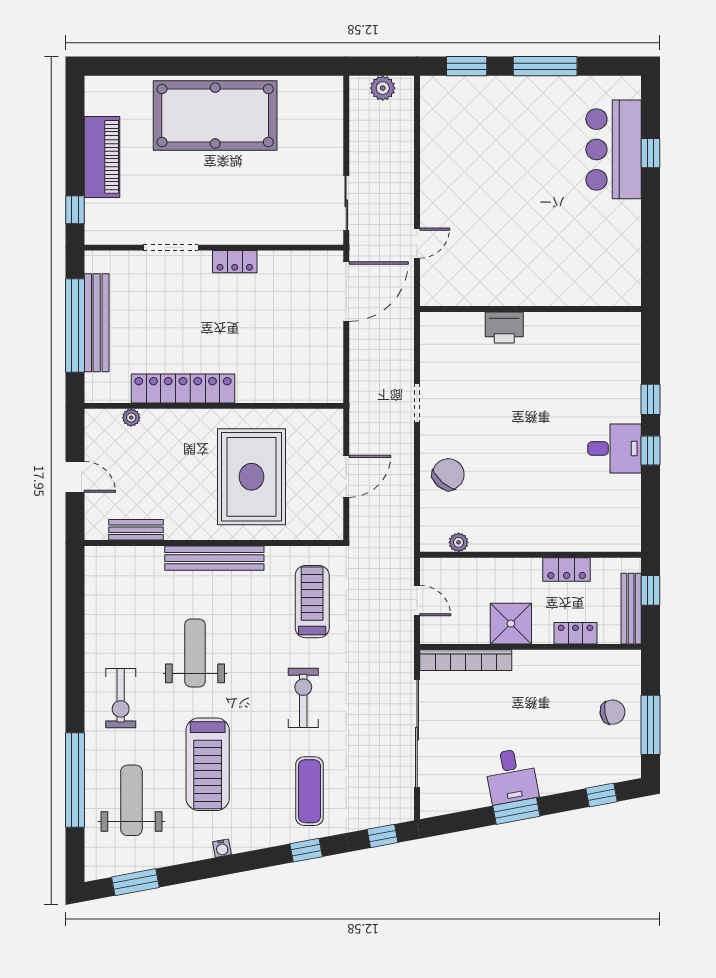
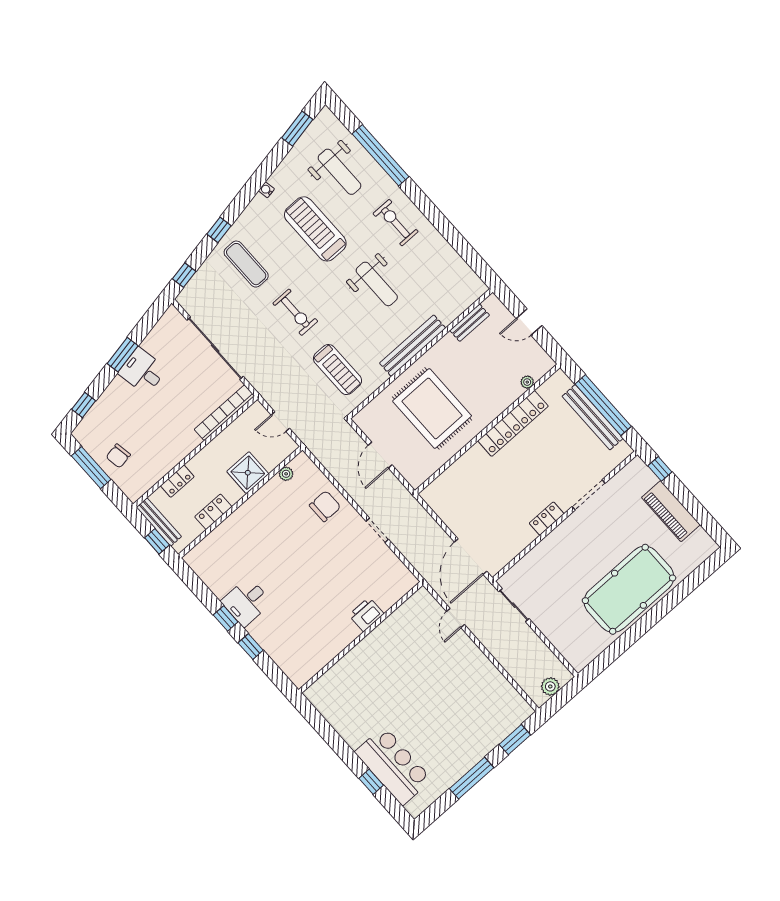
chair: (448, 474) -> (325, 506), turned -131
shower: (511, 624) -> (248, 473), moved

